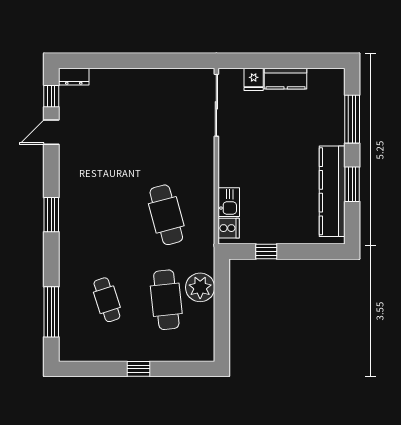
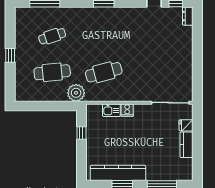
cooker: (229, 228) -> (127, 110), moved
plant: (200, 287) -> (76, 93), moved

